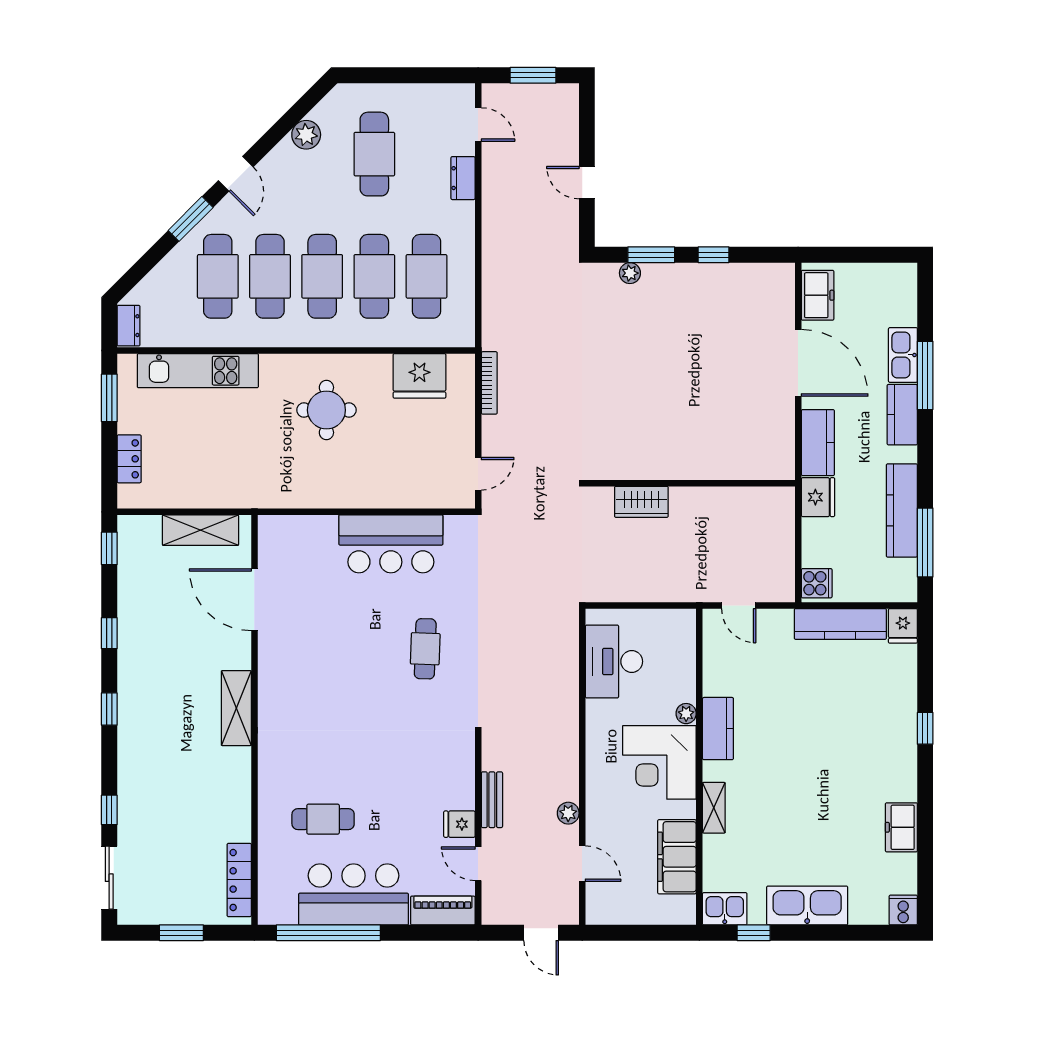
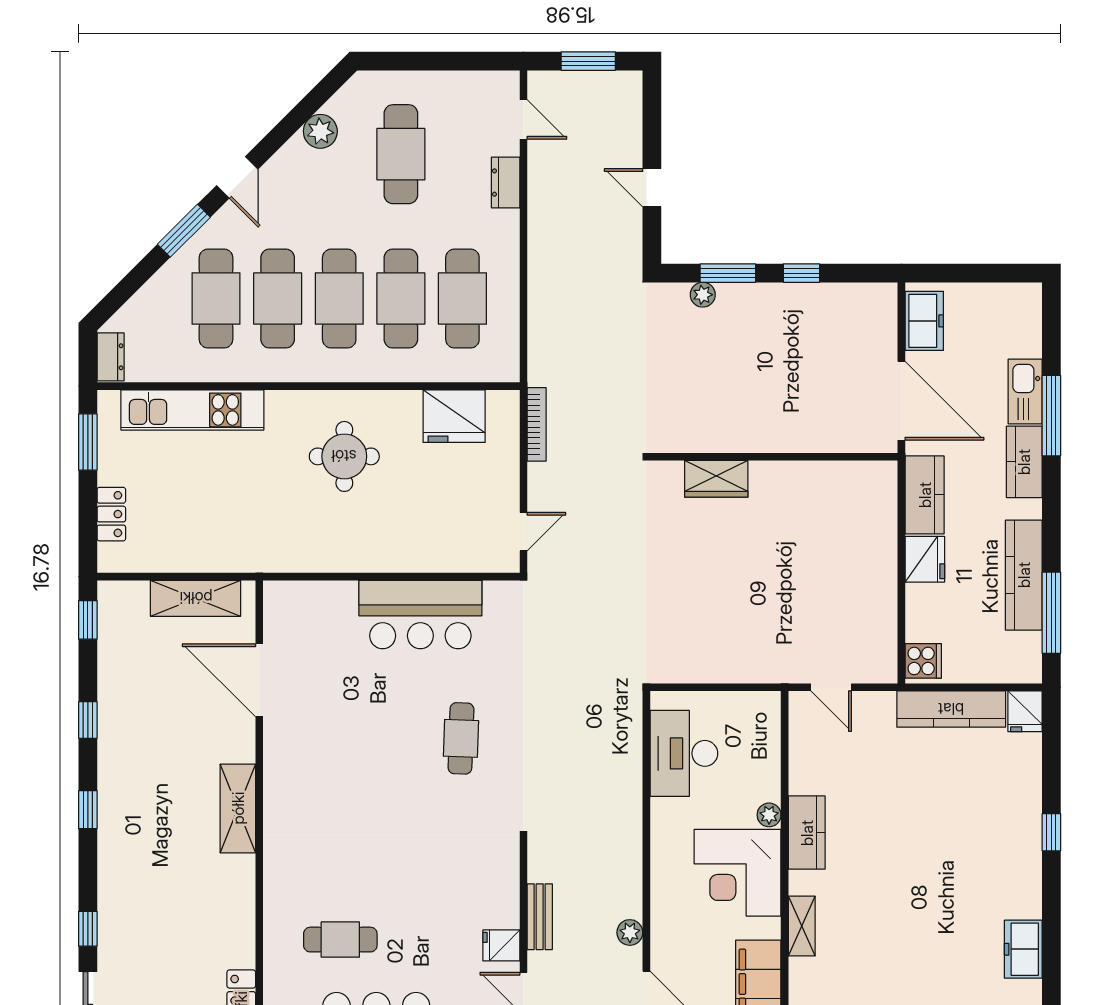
wall: (690, 483) -> (774, 457), moved
wardrobe: (641, 502) -> (716, 479), moved

